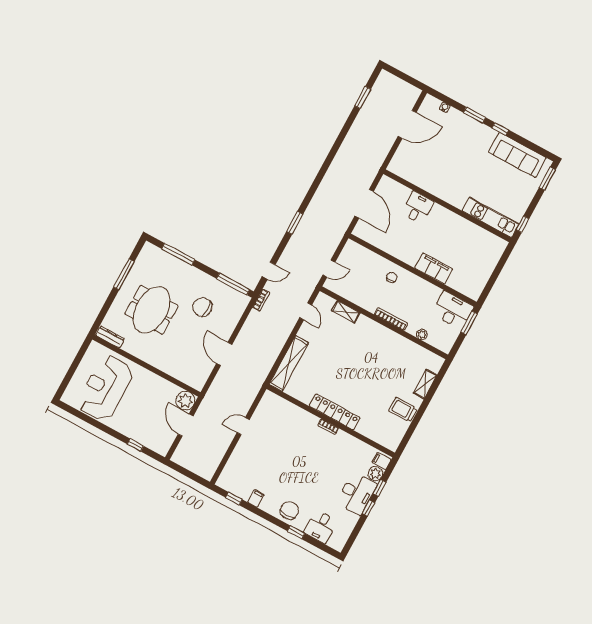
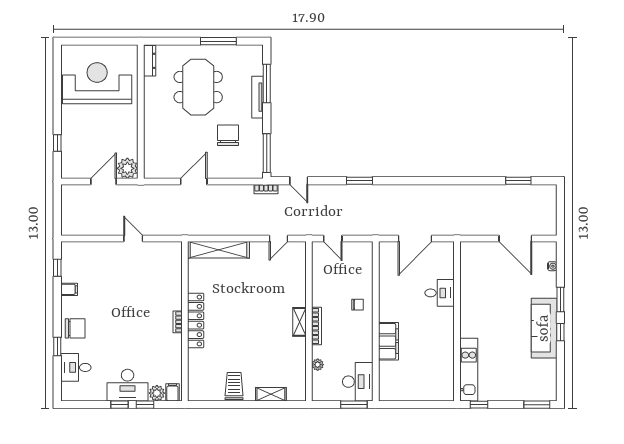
sofa: (517, 155) -> (544, 328), moved
tv unit: (185, 267) -> (258, 97), added
meeting table: (152, 310) -> (198, 87), turned 90
shelving: (346, 312) -> (299, 322), moved

